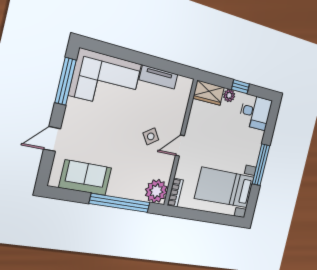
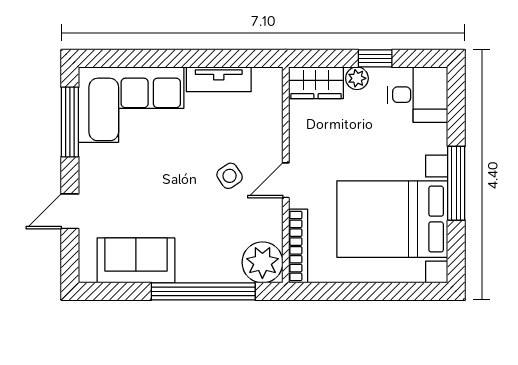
bed with nightstands: (225, 188) -> (392, 219), width x1.36
bookcase: (175, 192) -> (298, 246), width x1.56

